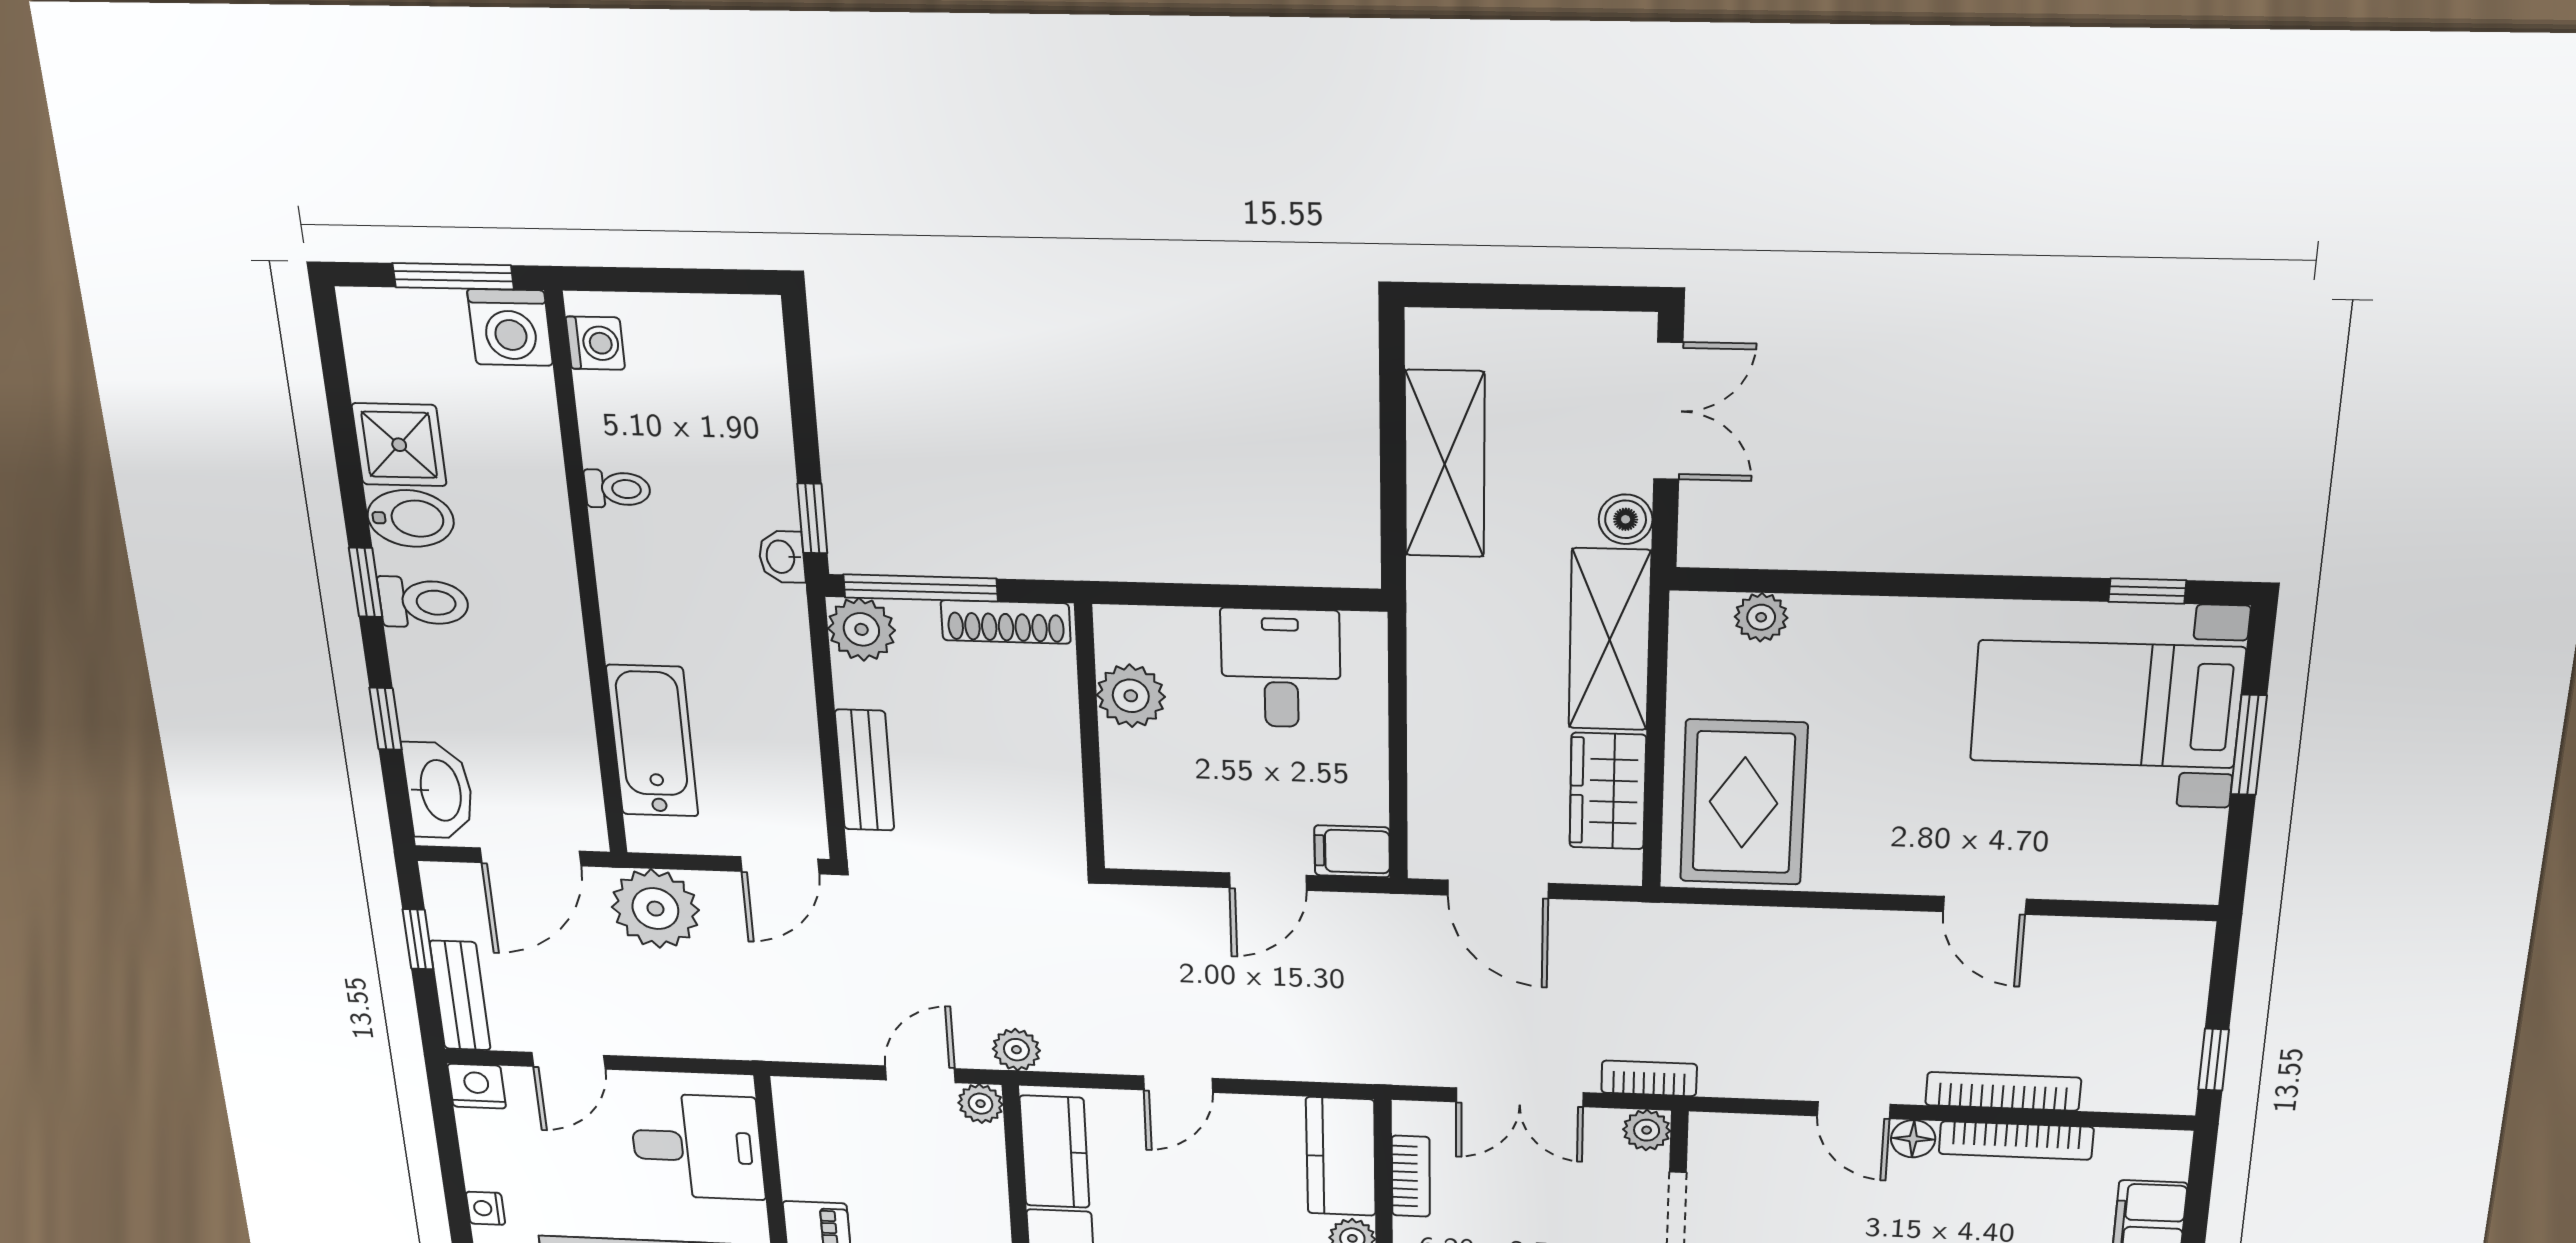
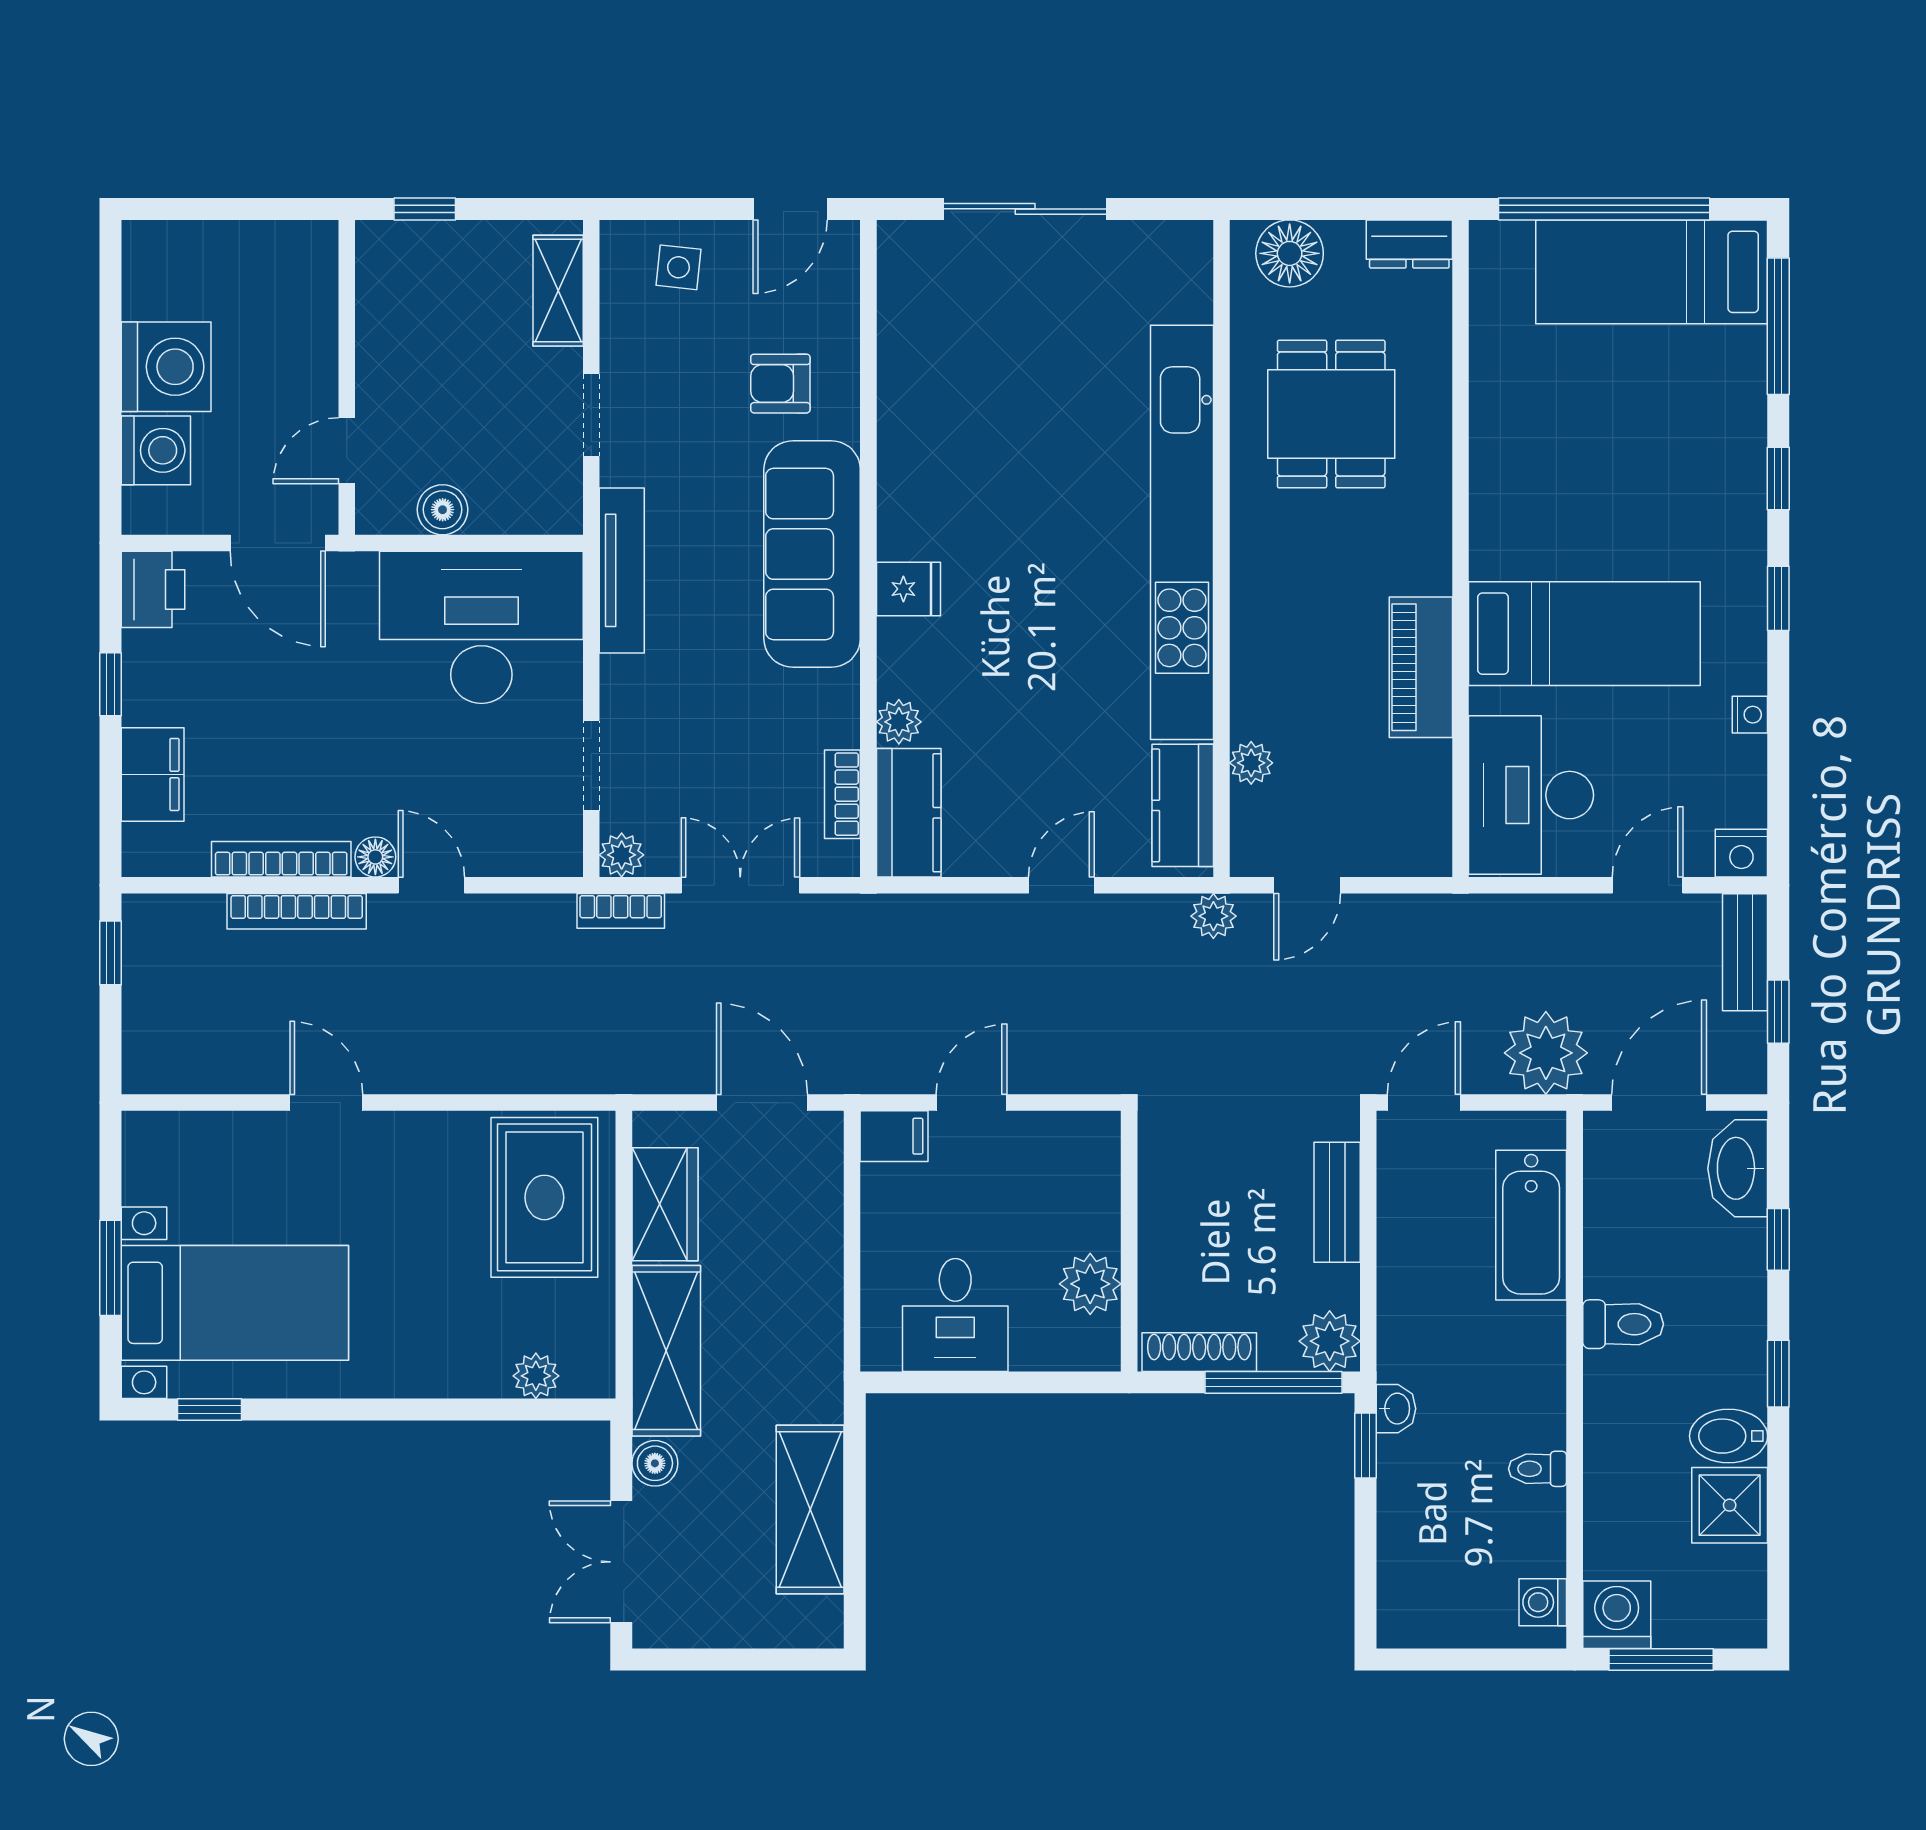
toilet: (424, 602) -> (1623, 1324), moved, turned 180
plant: (981, 1104) -> (1251, 763), moved
desk: (697, 1147) -> (1531, 795), width x1.37

